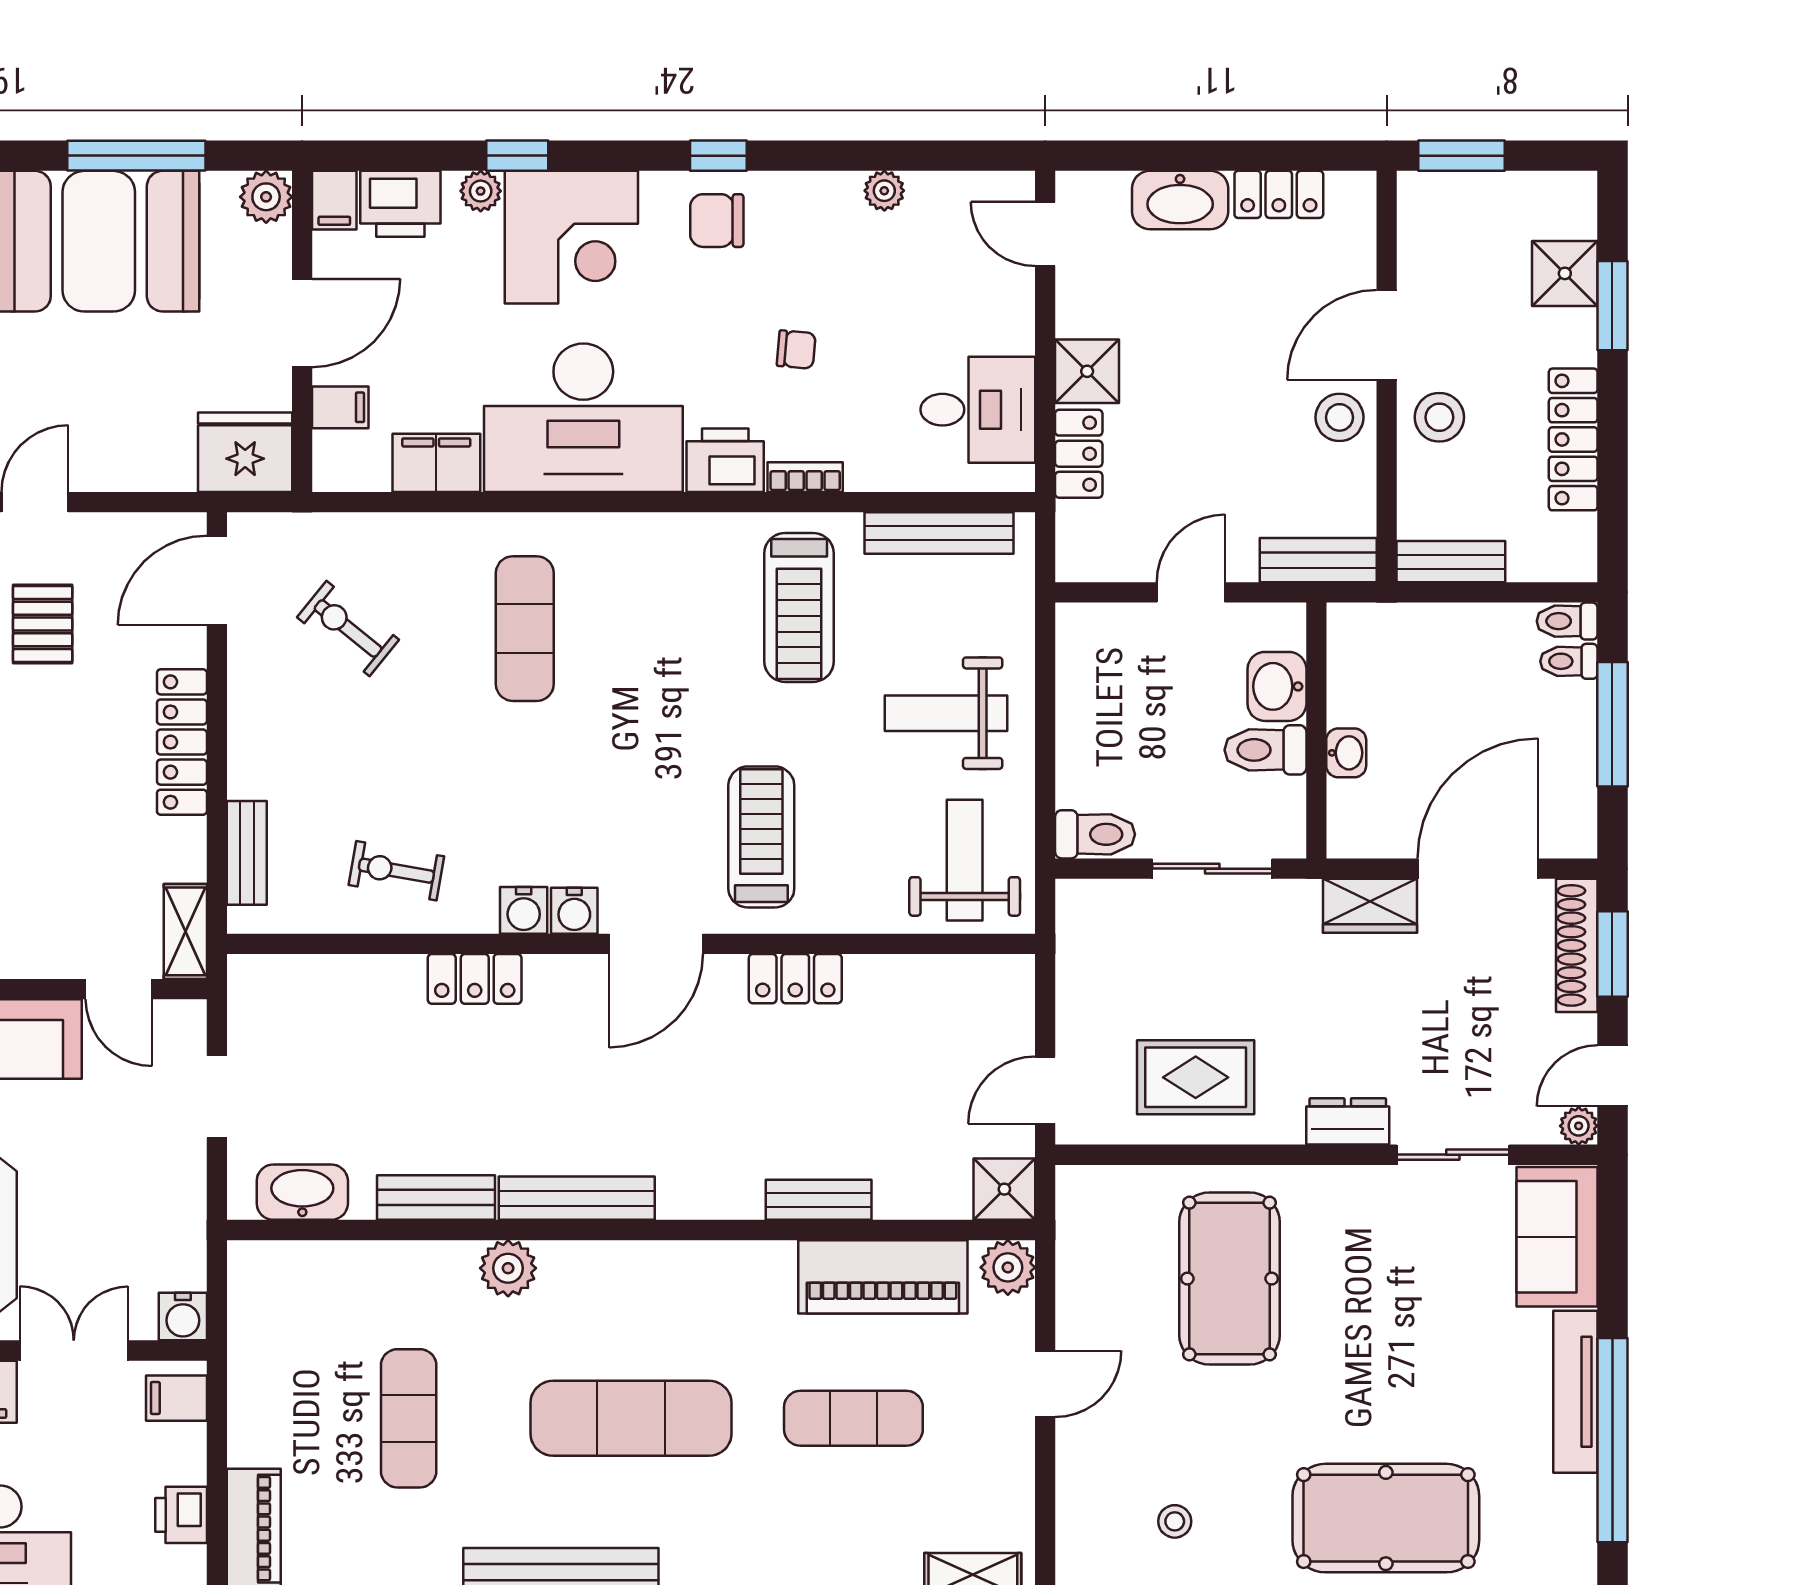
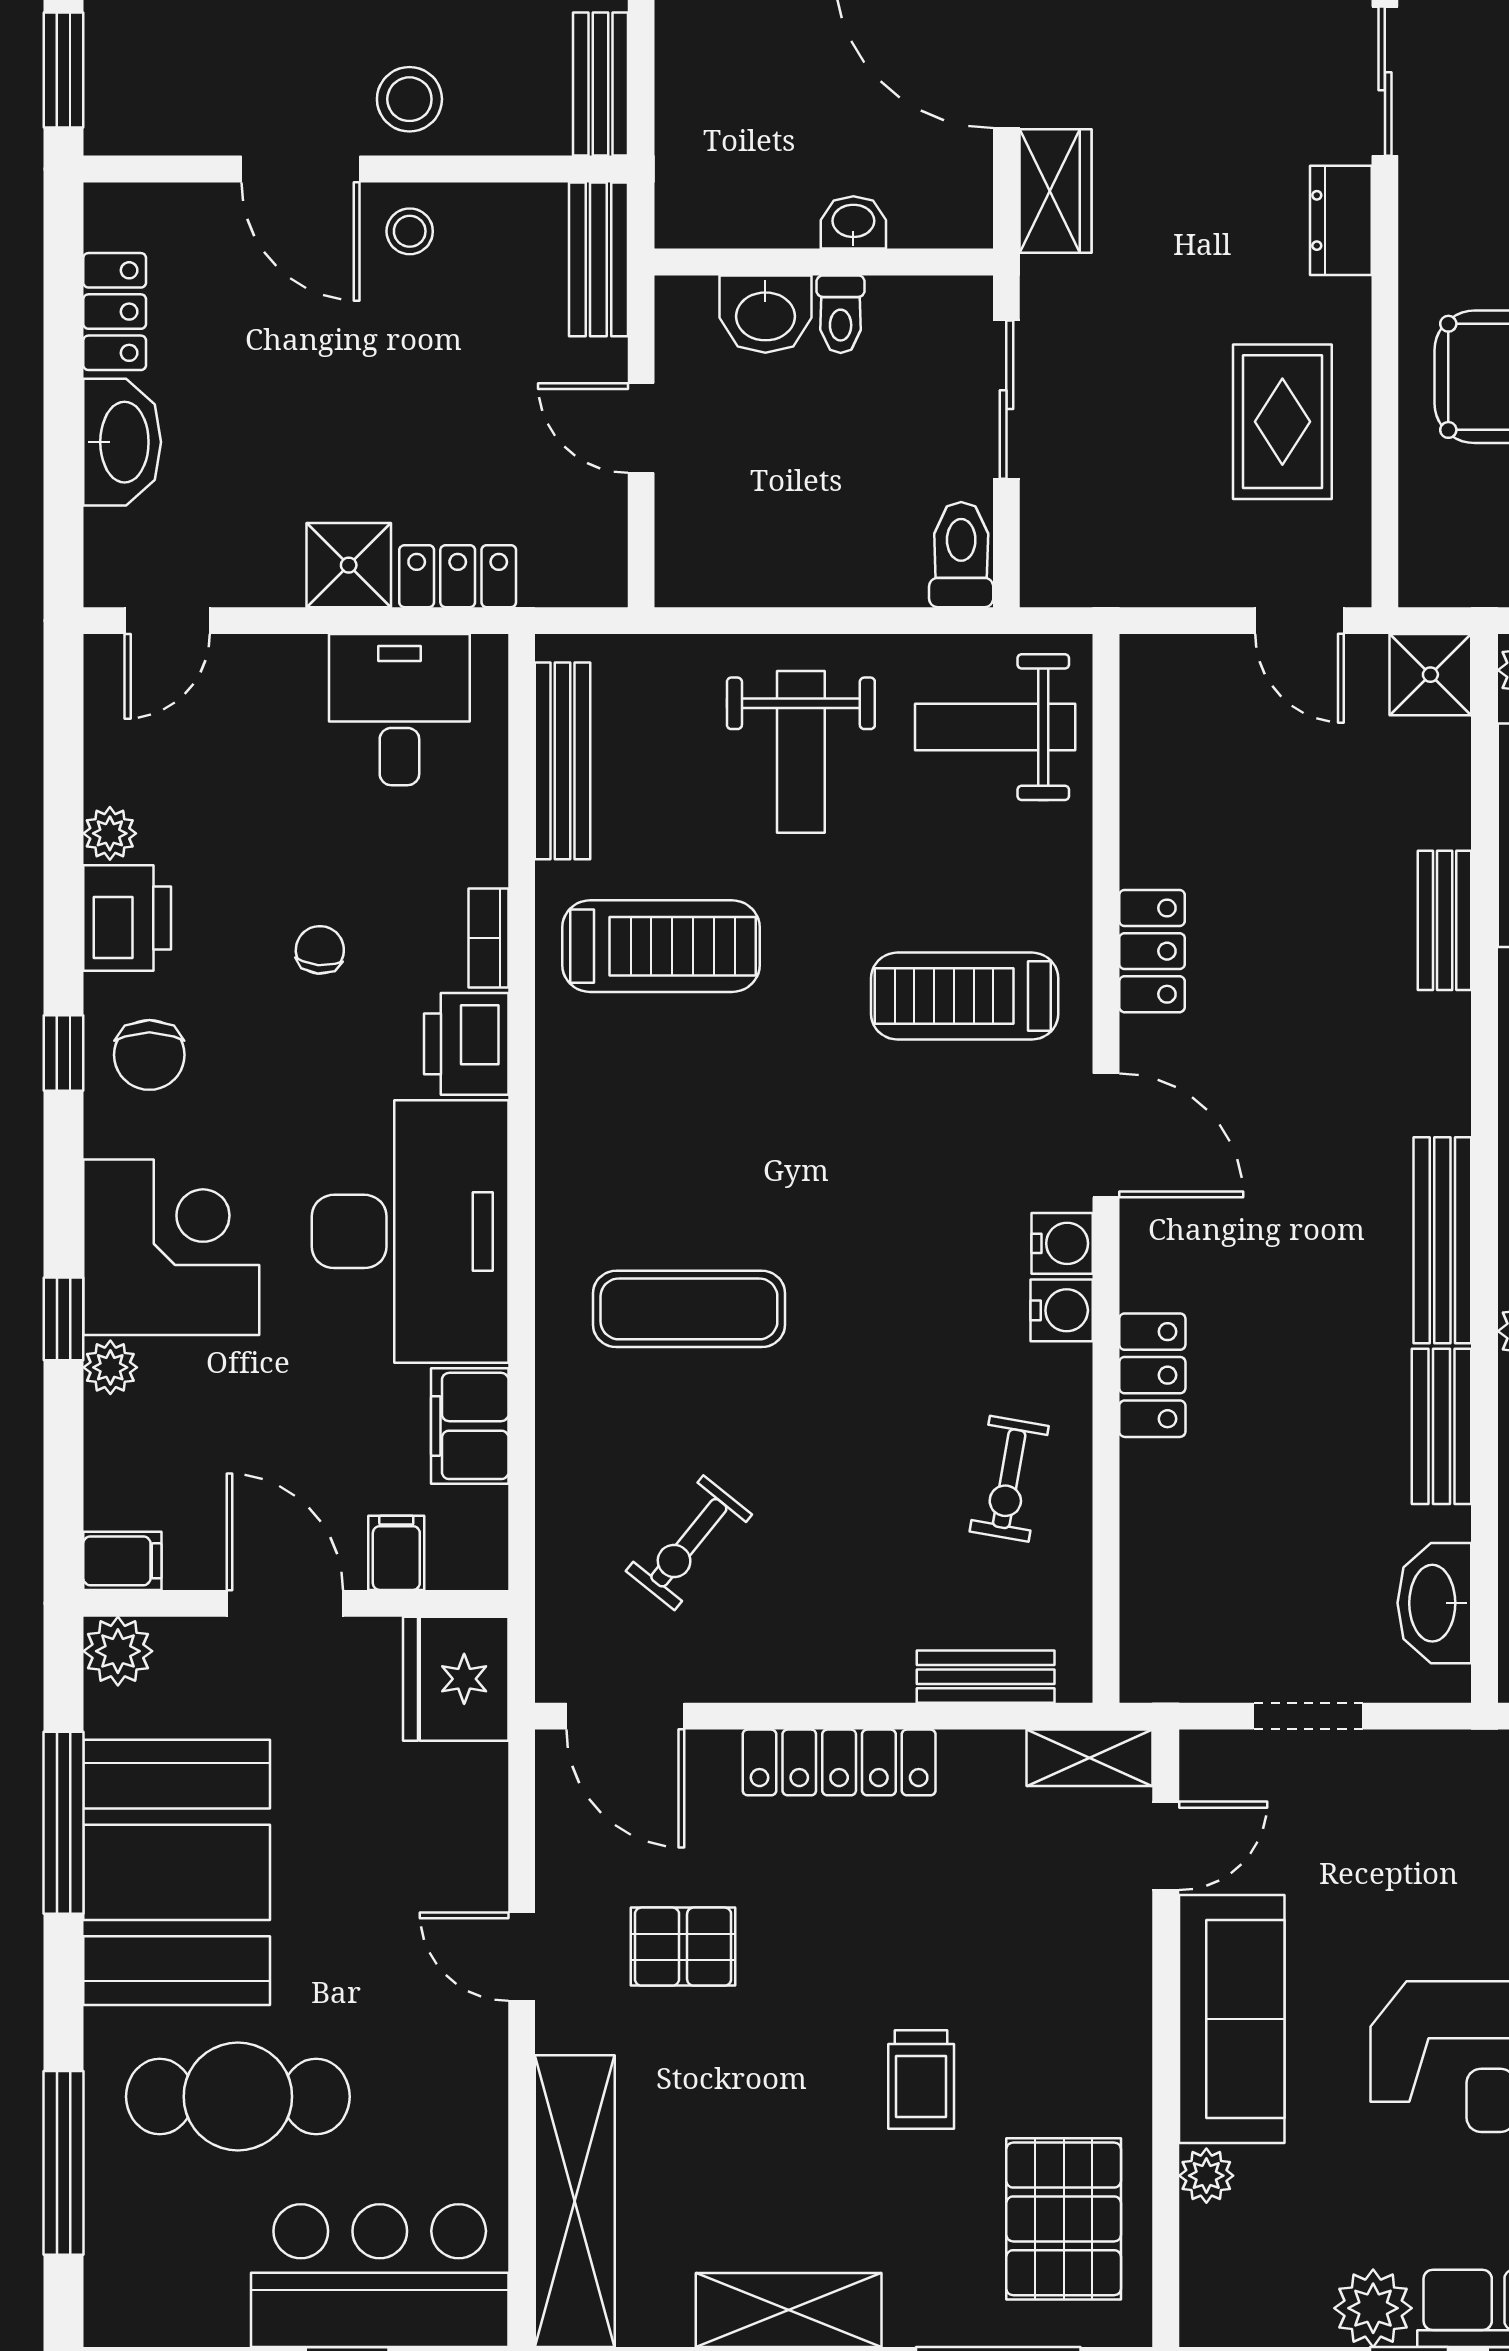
printer: (400, 204) -> (127, 918), moved
stool: (1339, 417) -> (410, 231), width x0.73, depth x0.73
toilet: (1265, 750) -> (841, 314), width x0.73, depth x0.72

